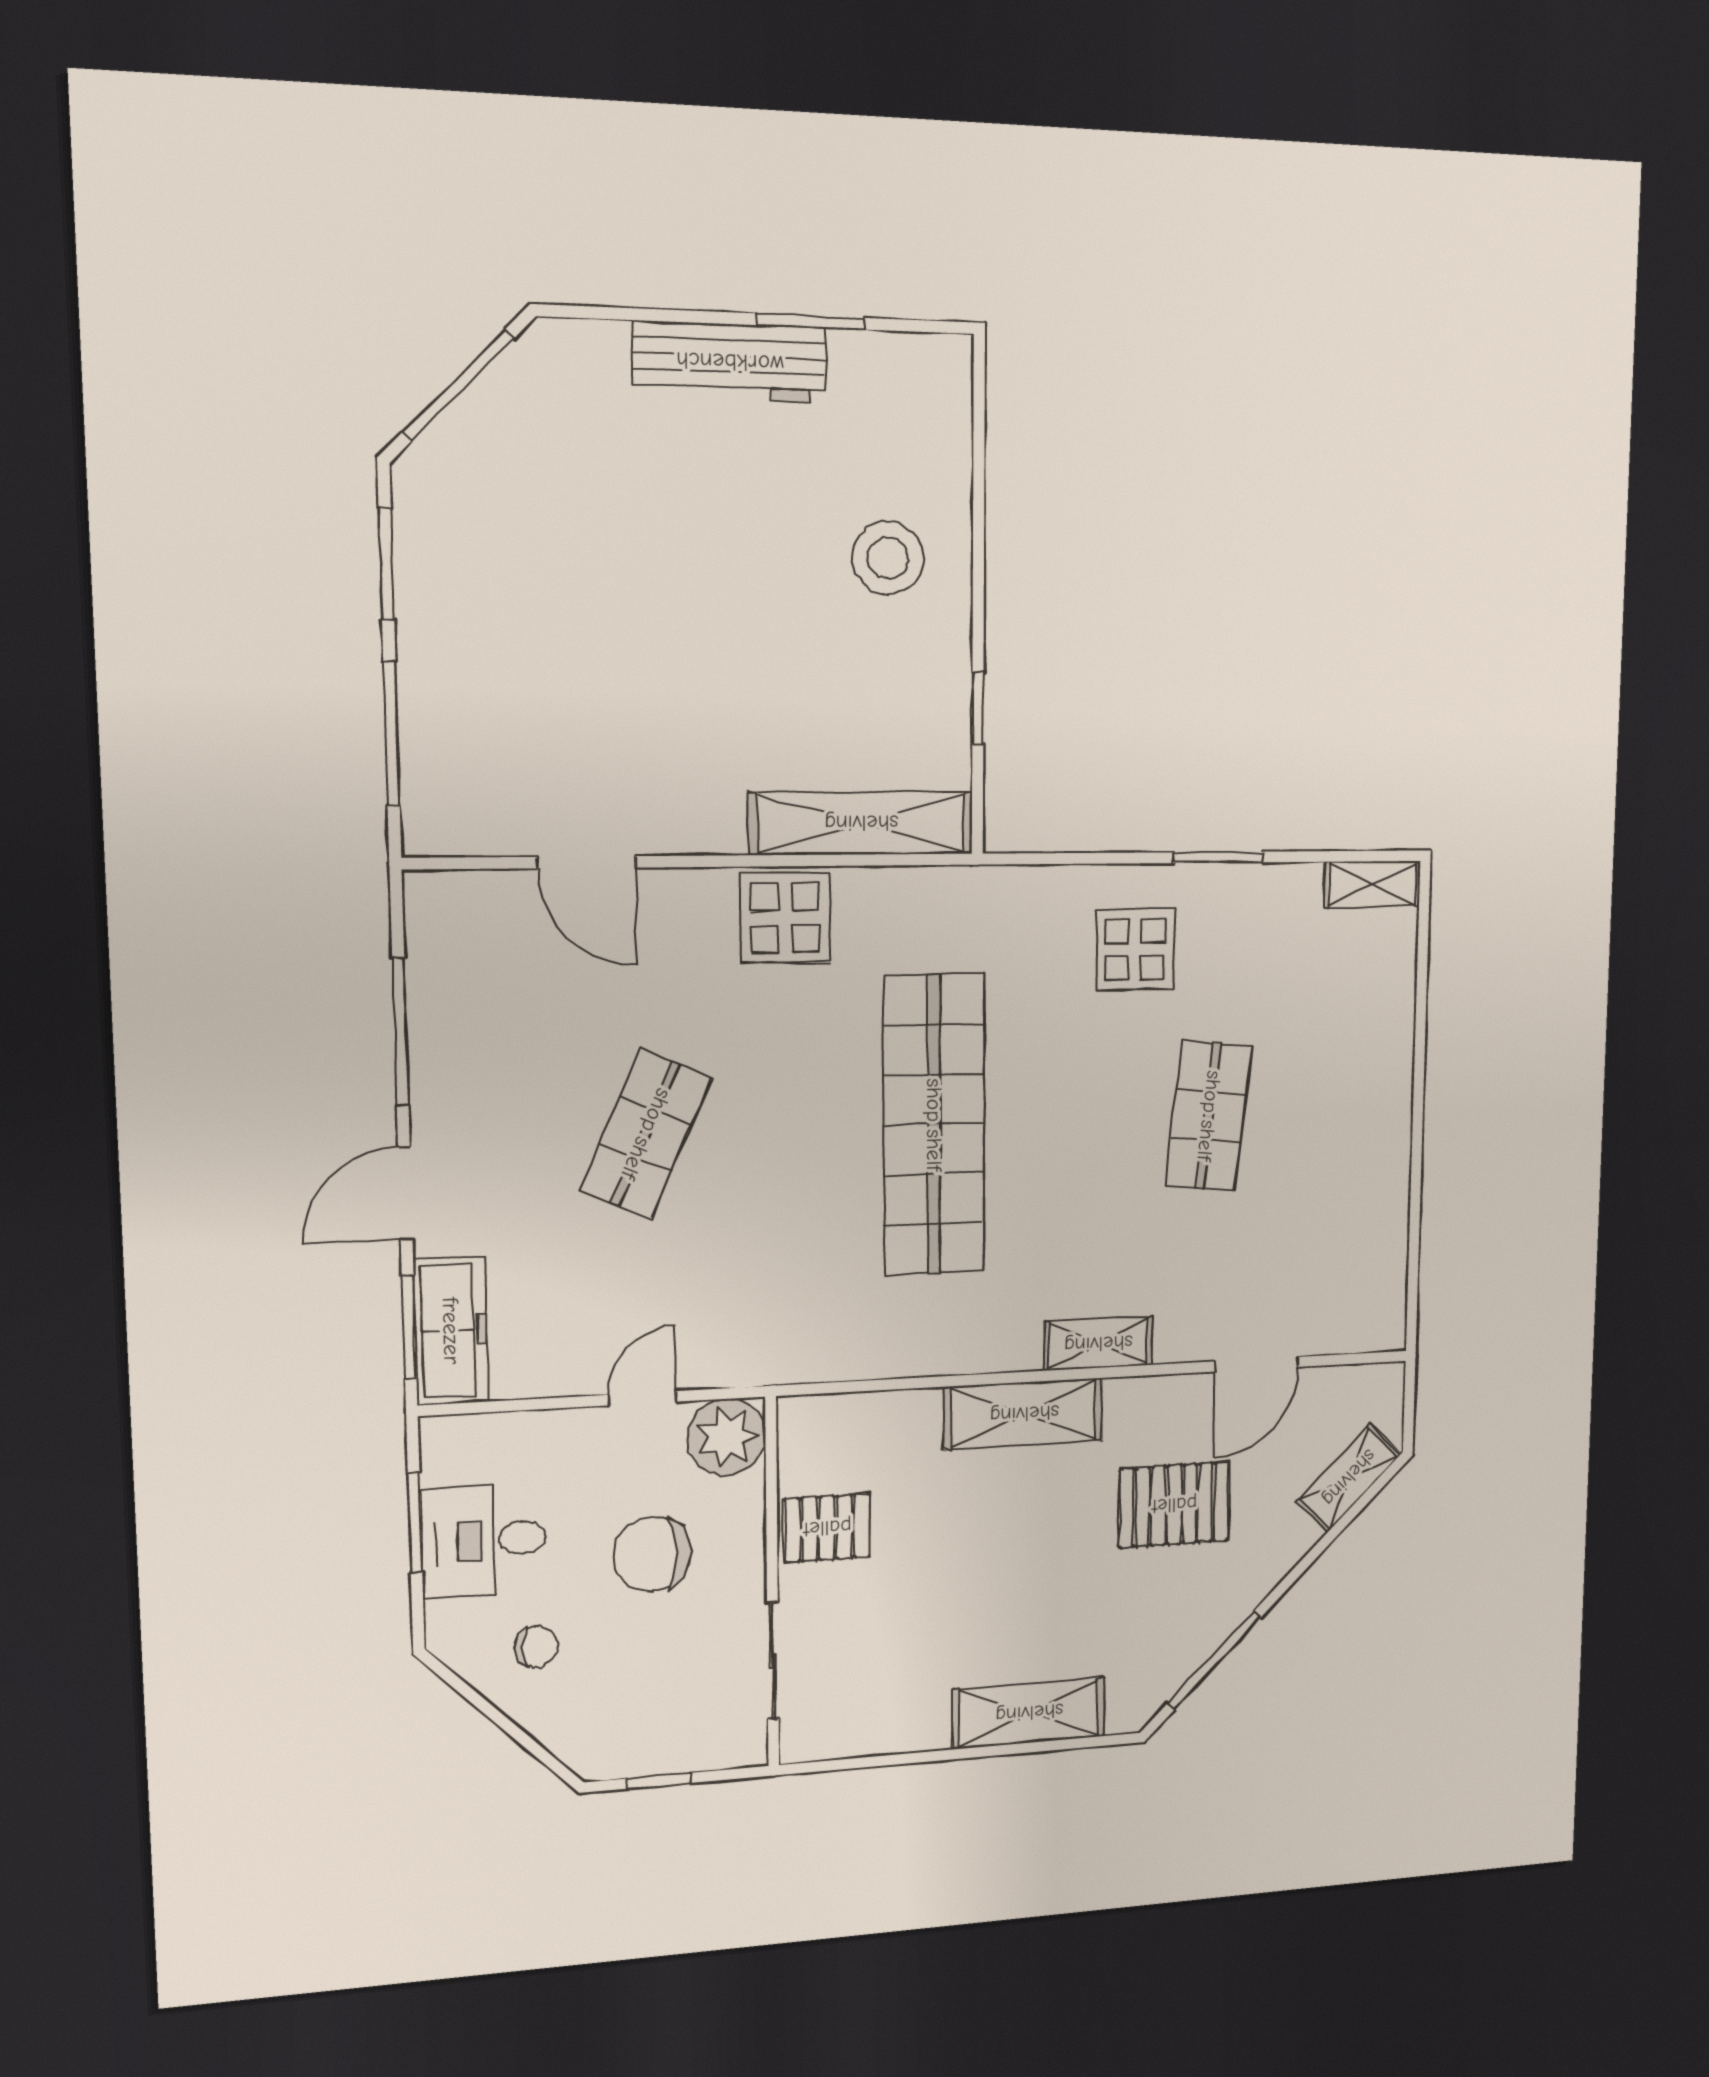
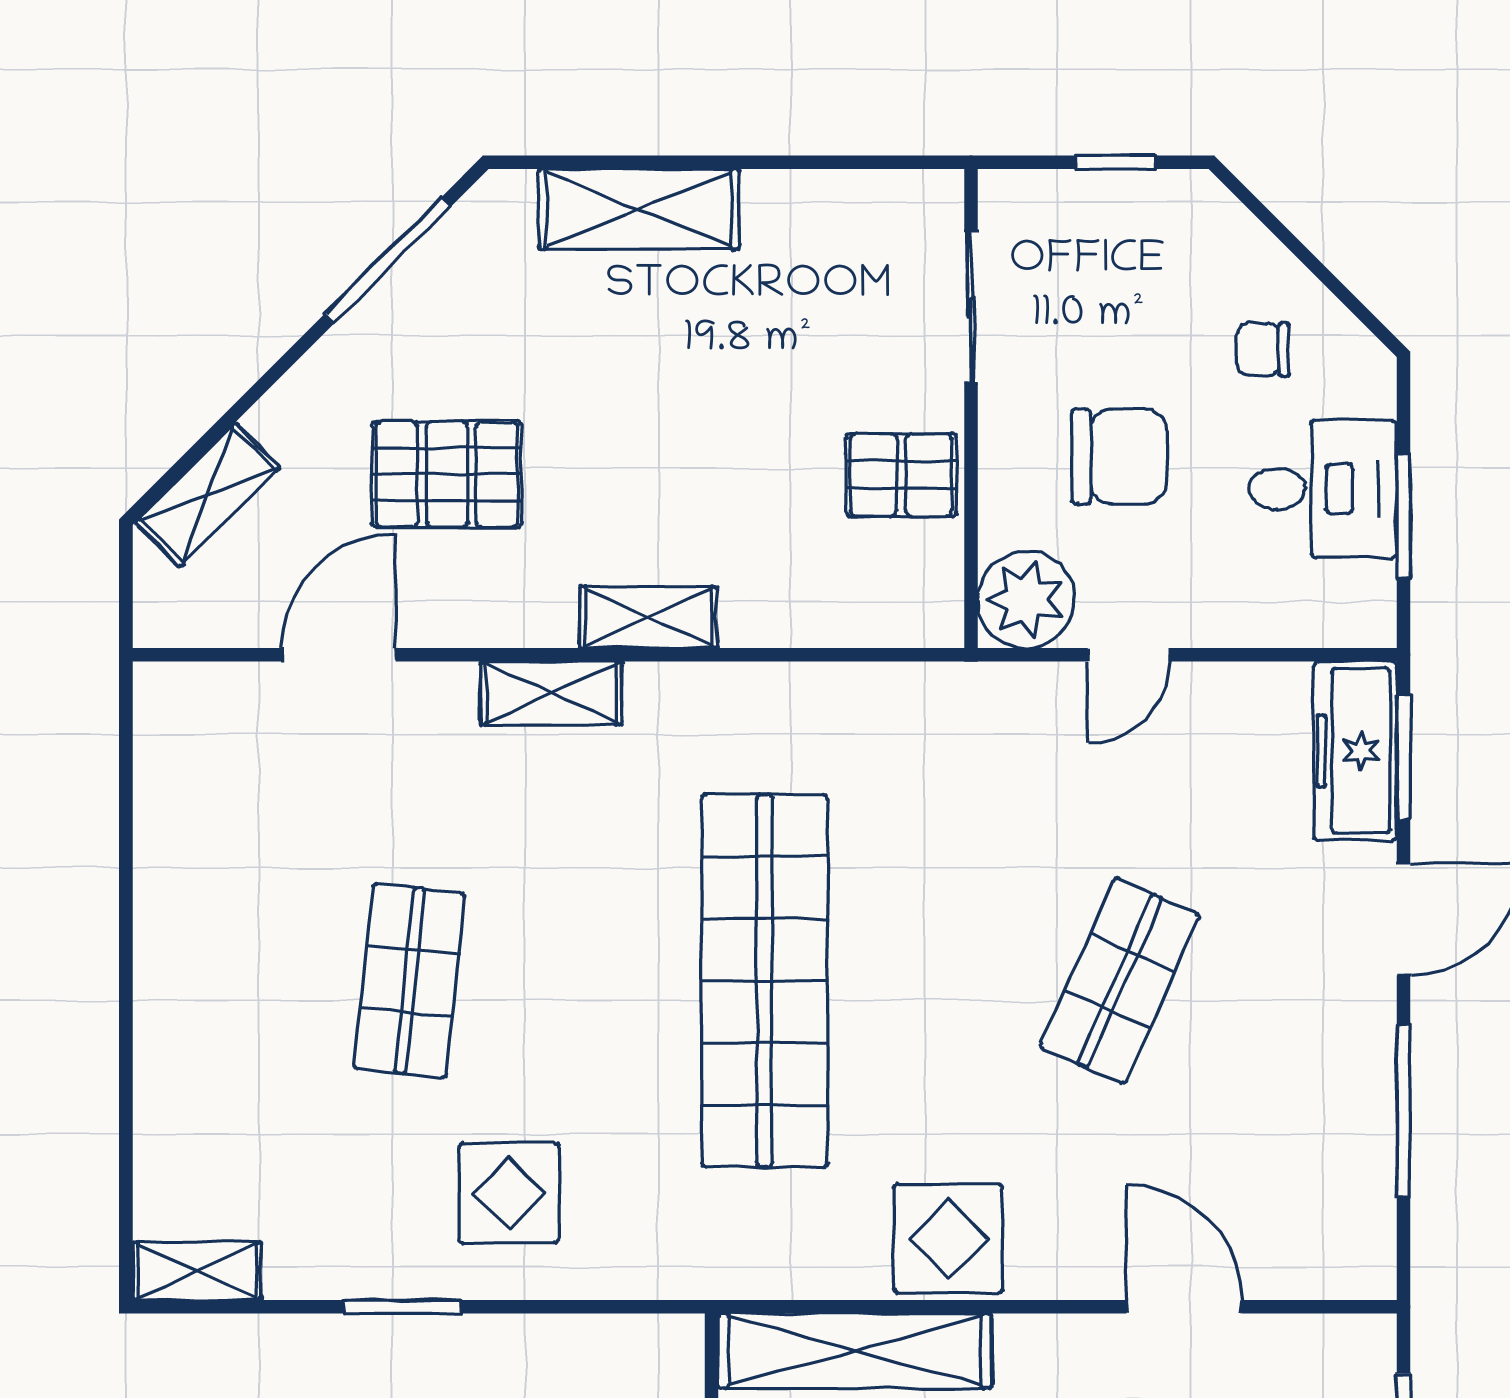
shelving: (1024, 1414) -> (648, 617), width x0.67, depth x0.75

